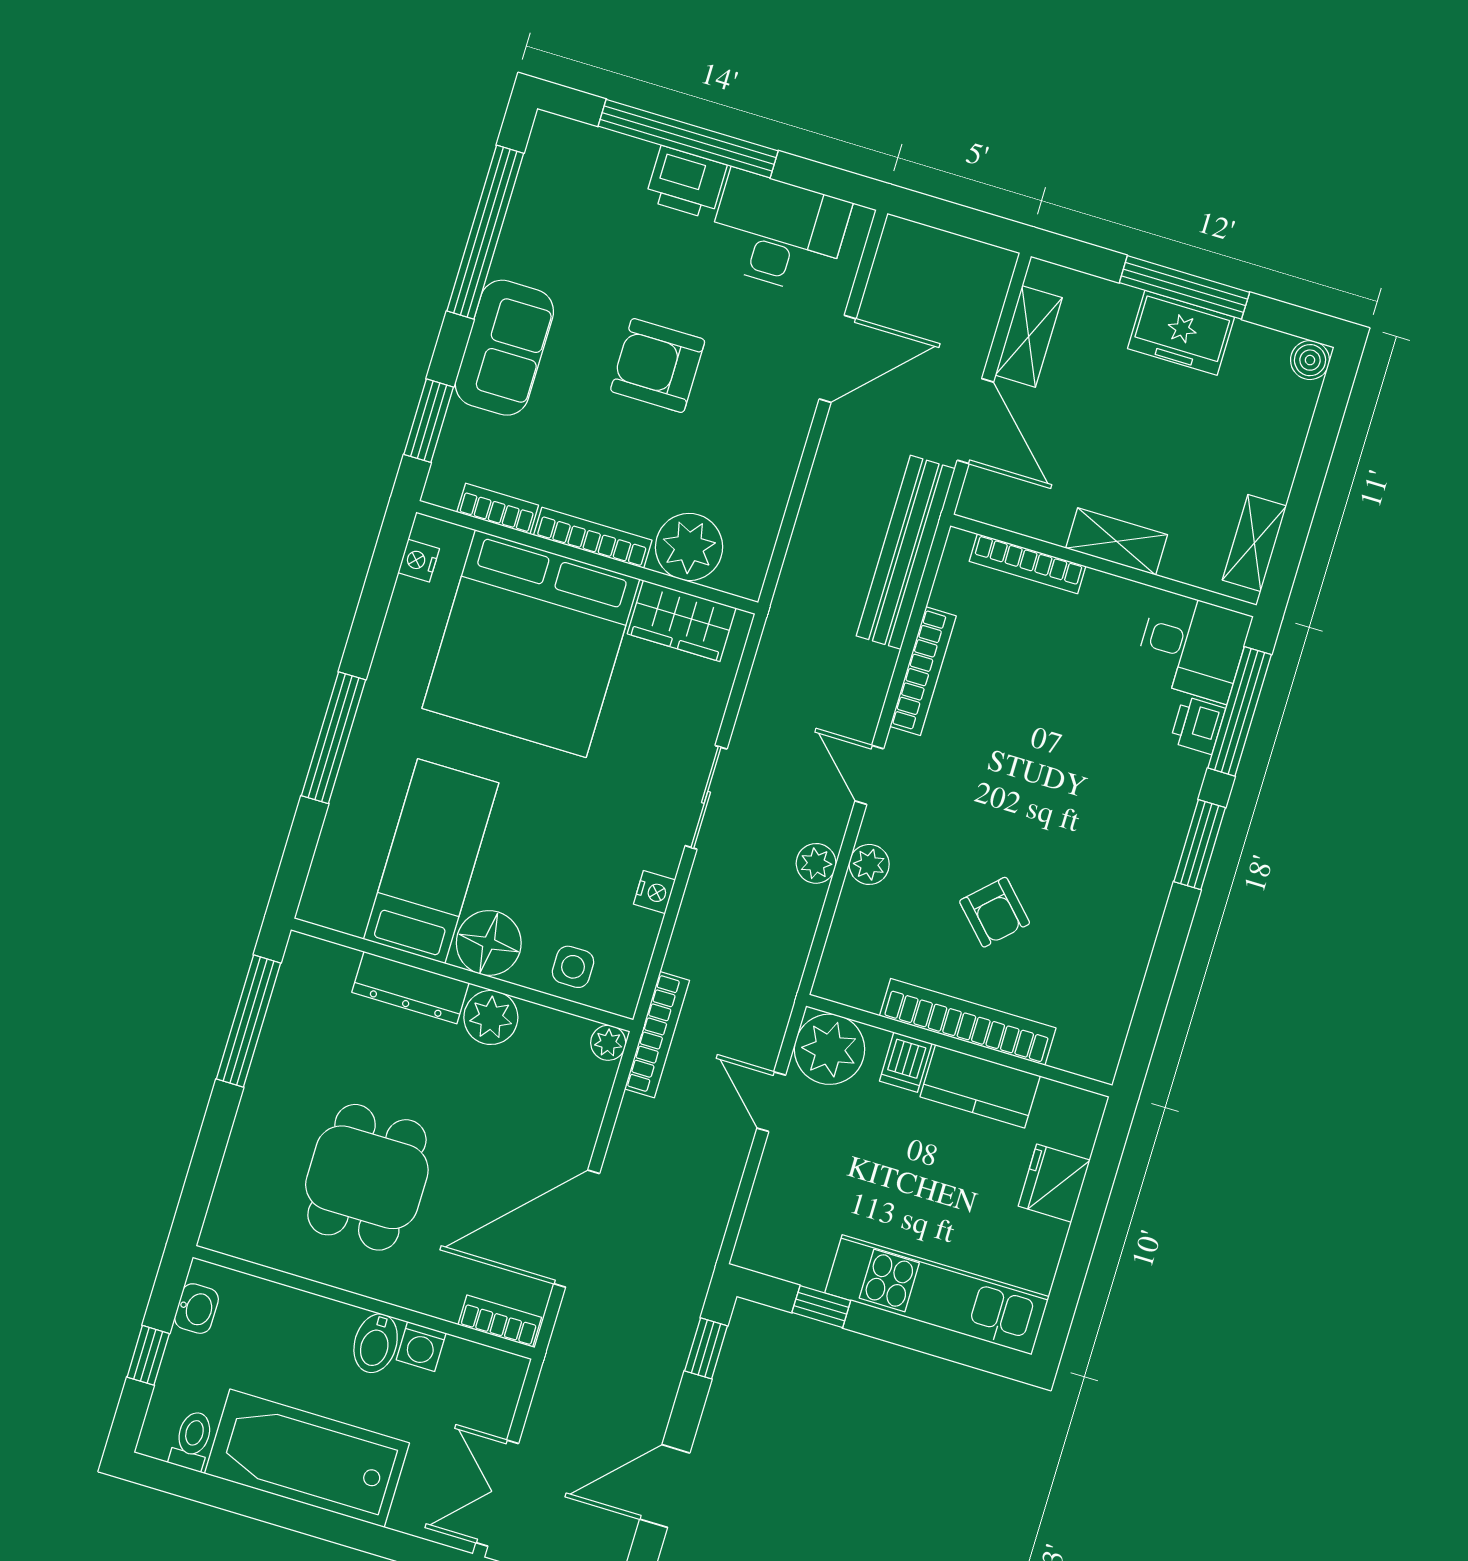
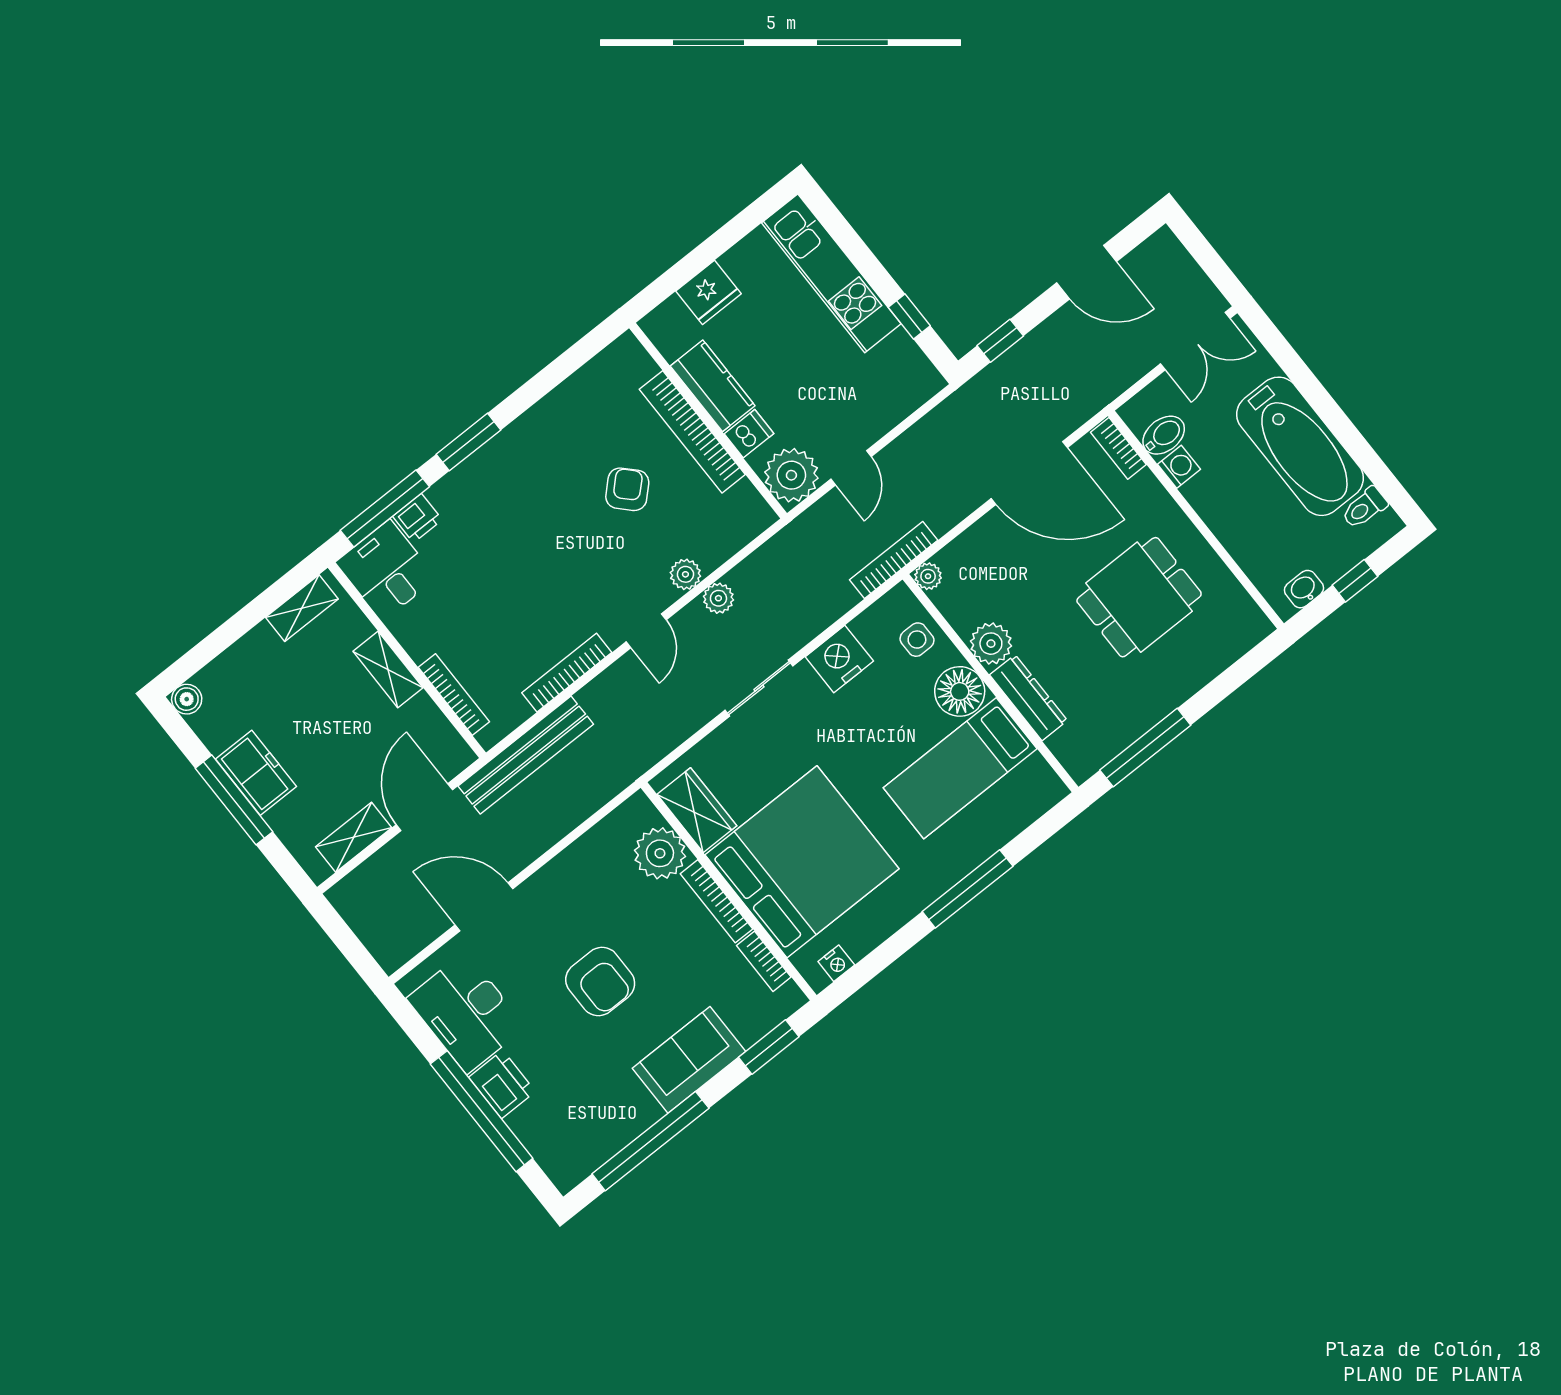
nightstand: (654, 892) -> (839, 659), width x1.89, depth x1.79
bidet: (376, 1343) -> (1164, 435), moved

